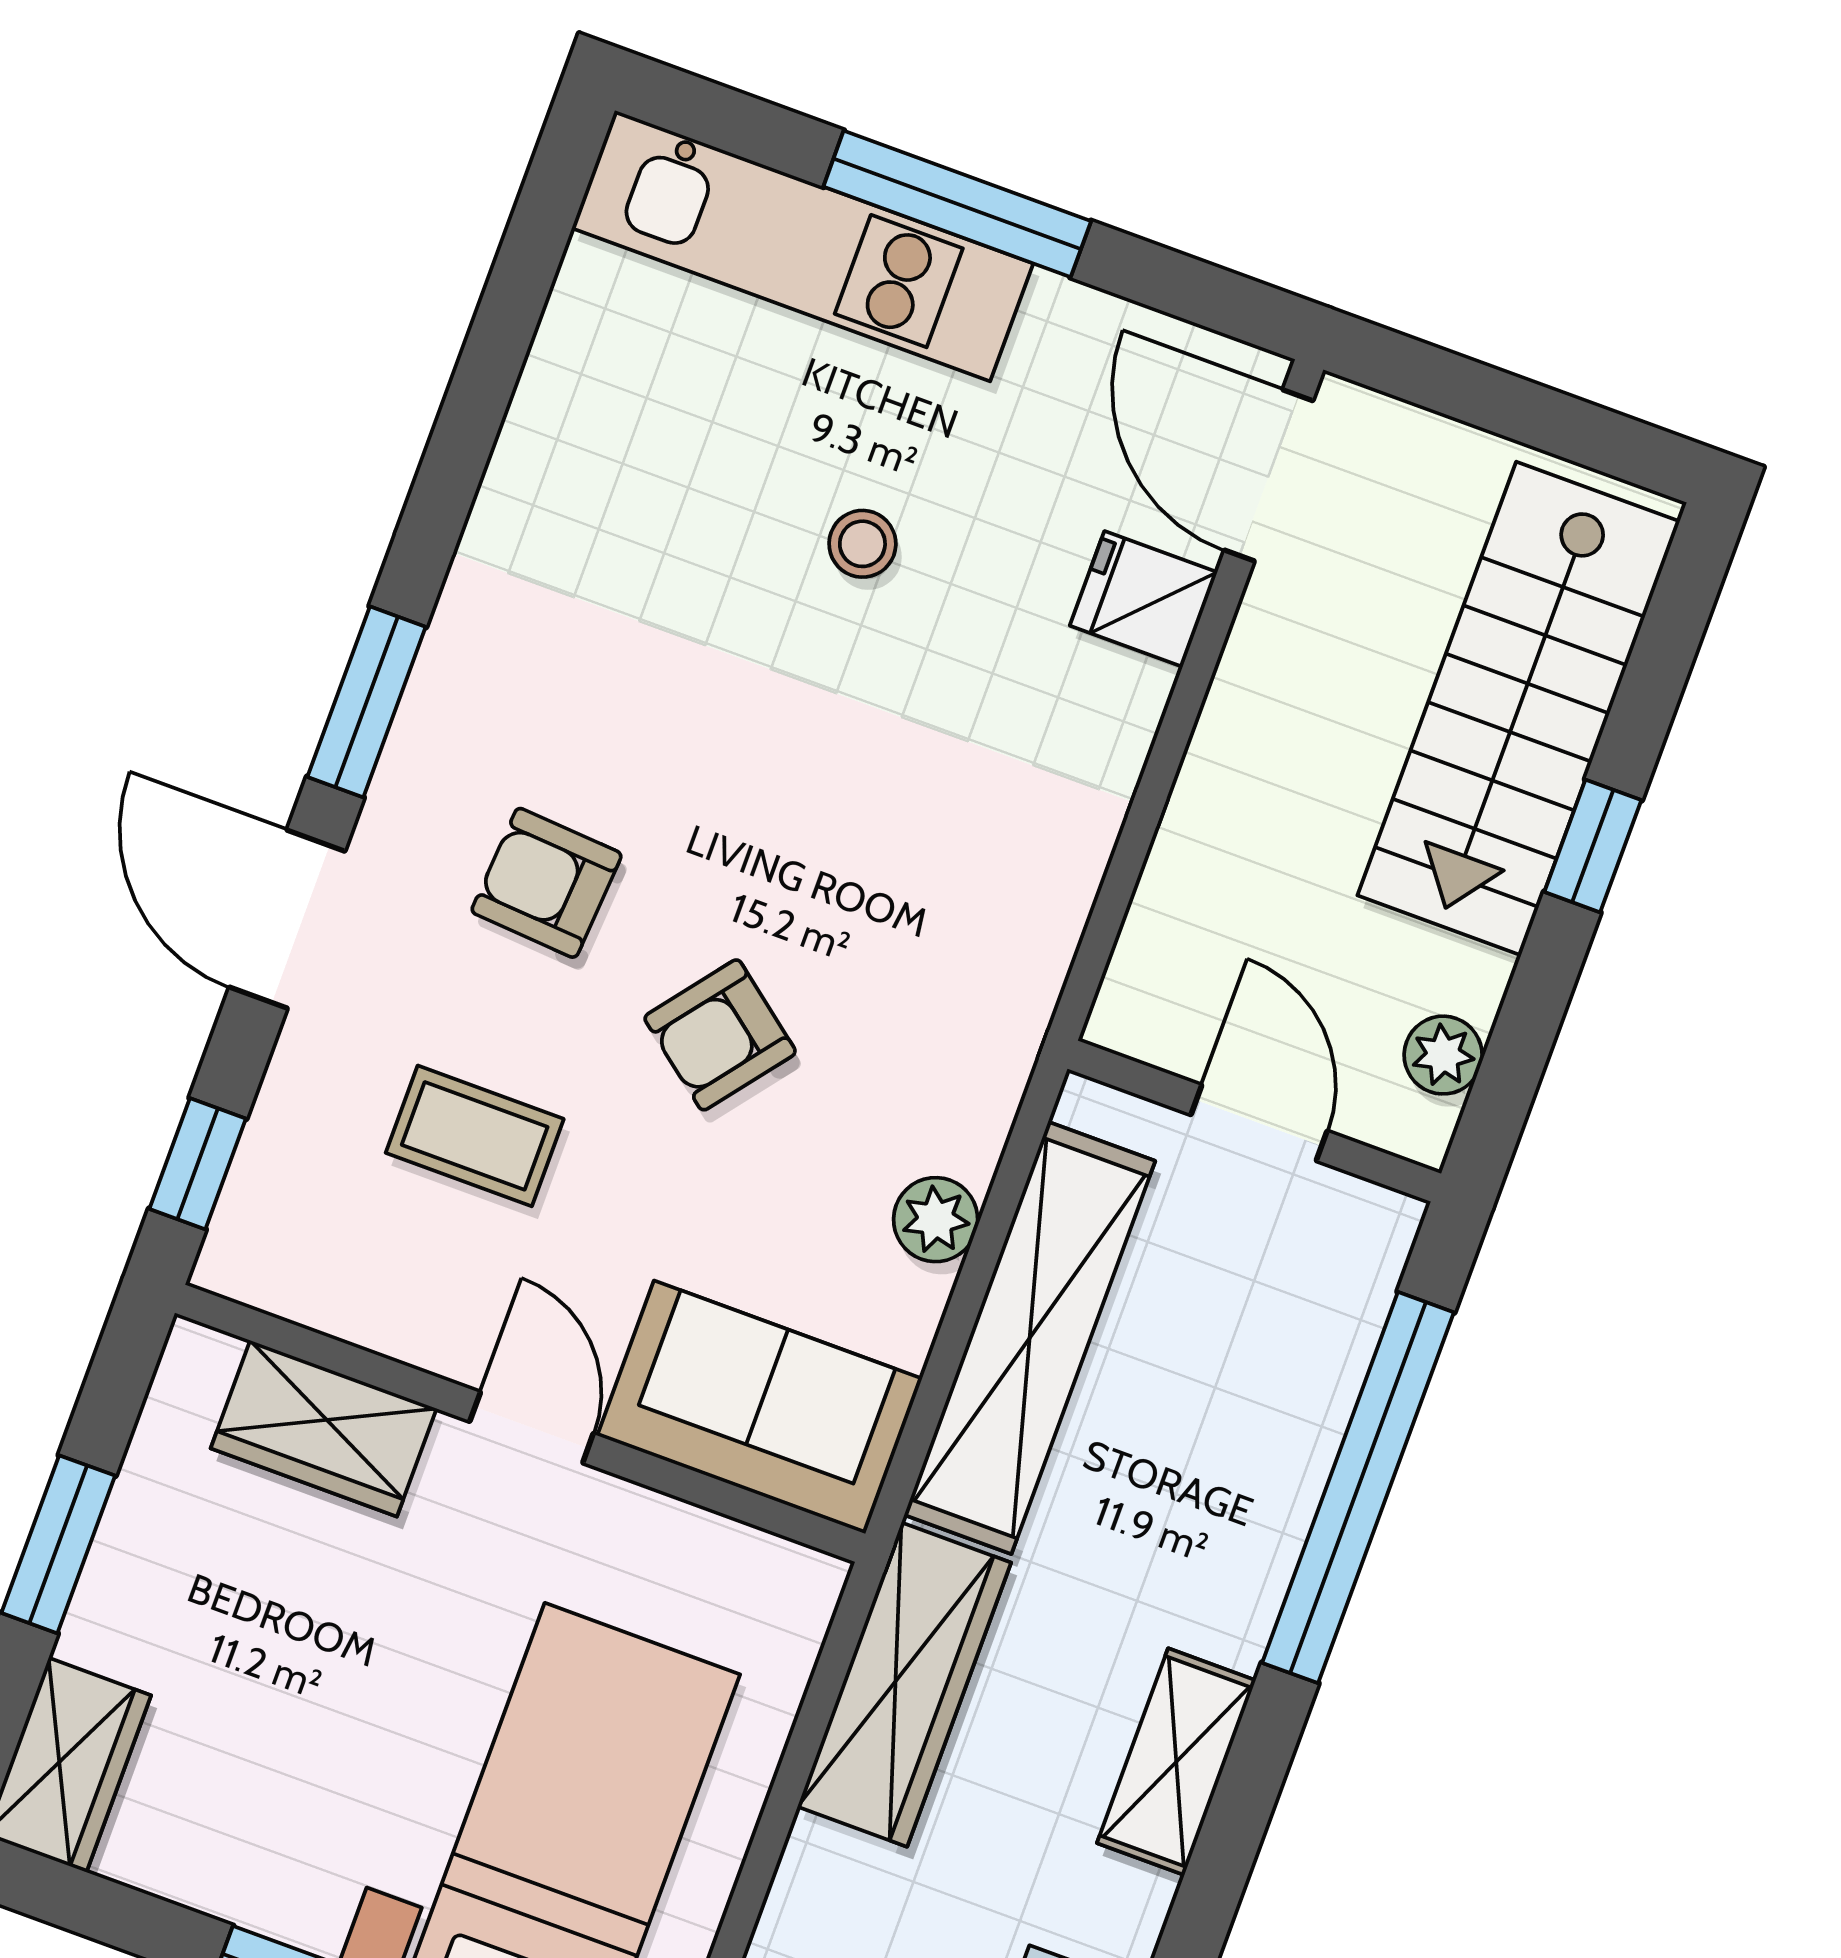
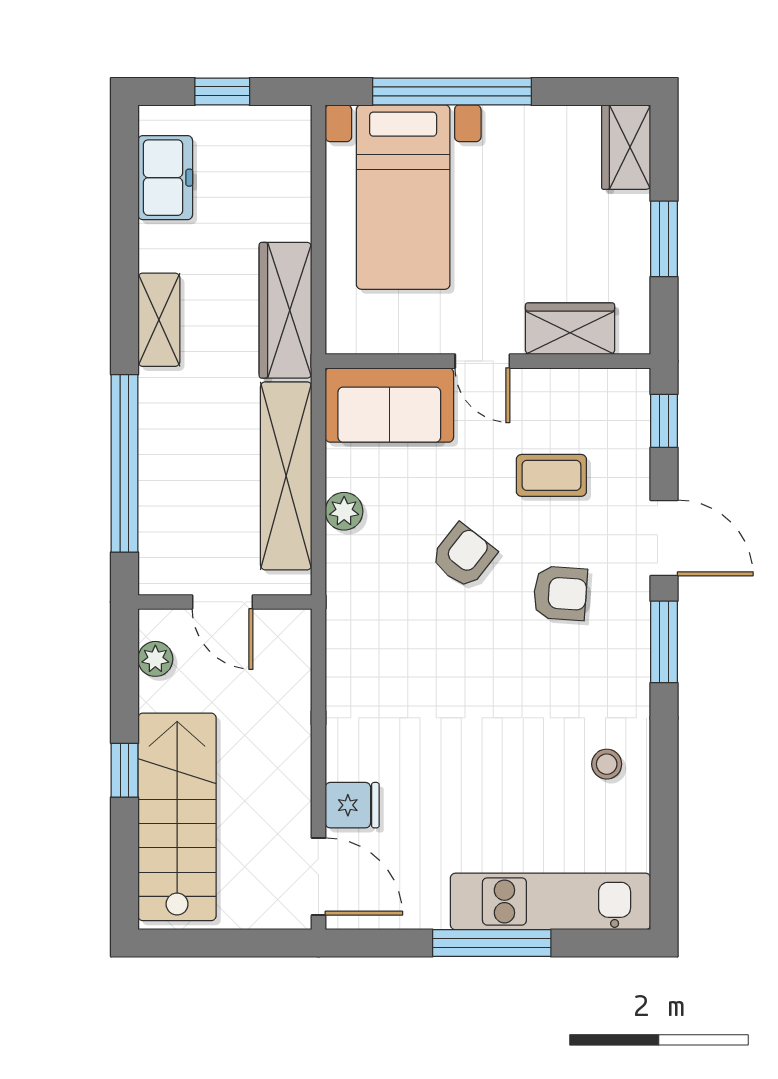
stool: (862, 544) -> (607, 764), moved

